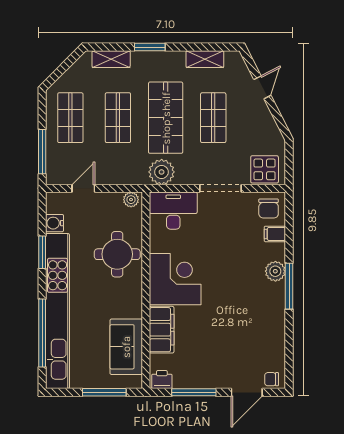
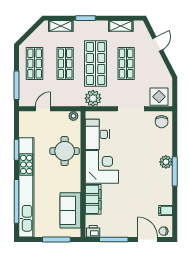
desk: (173, 211) -> (97, 134), moved, turned -90
water cooler: (55, 223) -> (24, 131), removed
filing cabinet: (275, 234) -> (166, 210), moved
door: (247, 392) -> (148, 240), swing flipped

